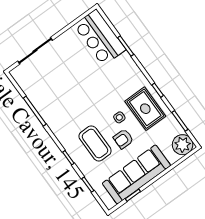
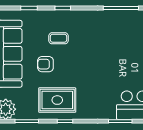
side table: (119, 117) -> (65, 74), removed
armchair: (123, 139) -> (45, 64), turned -90
coffee table: (95, 143) -> (58, 38), width x0.54, depth x0.58

